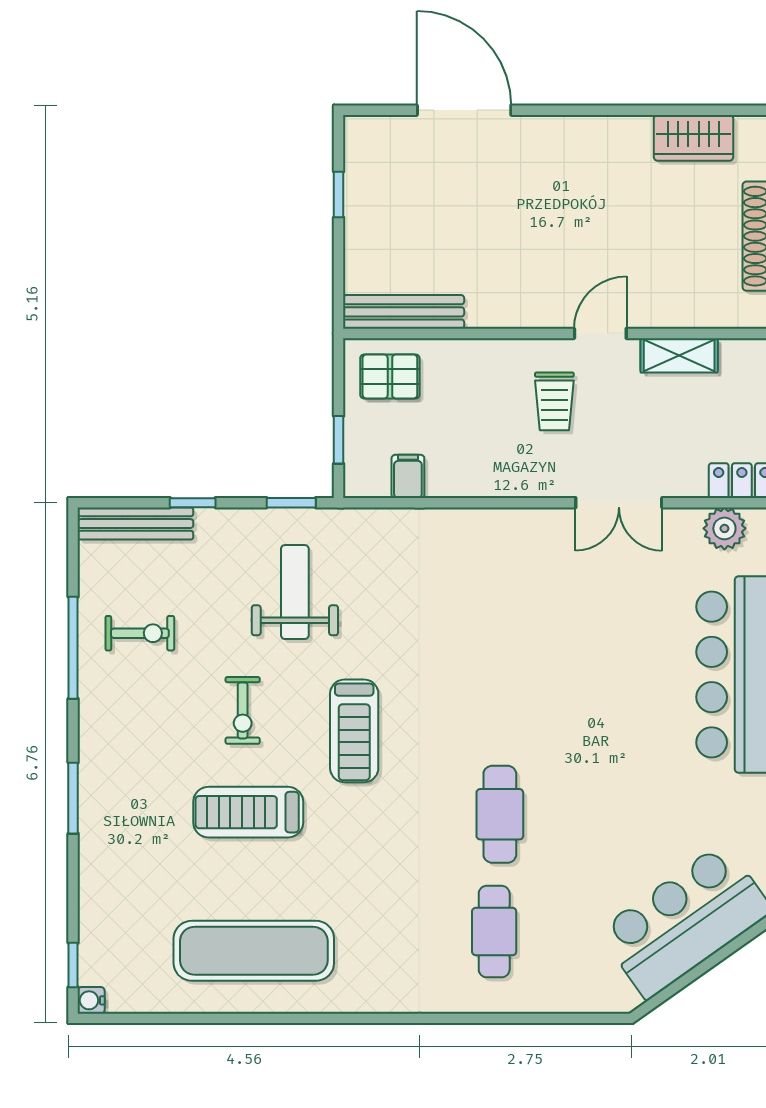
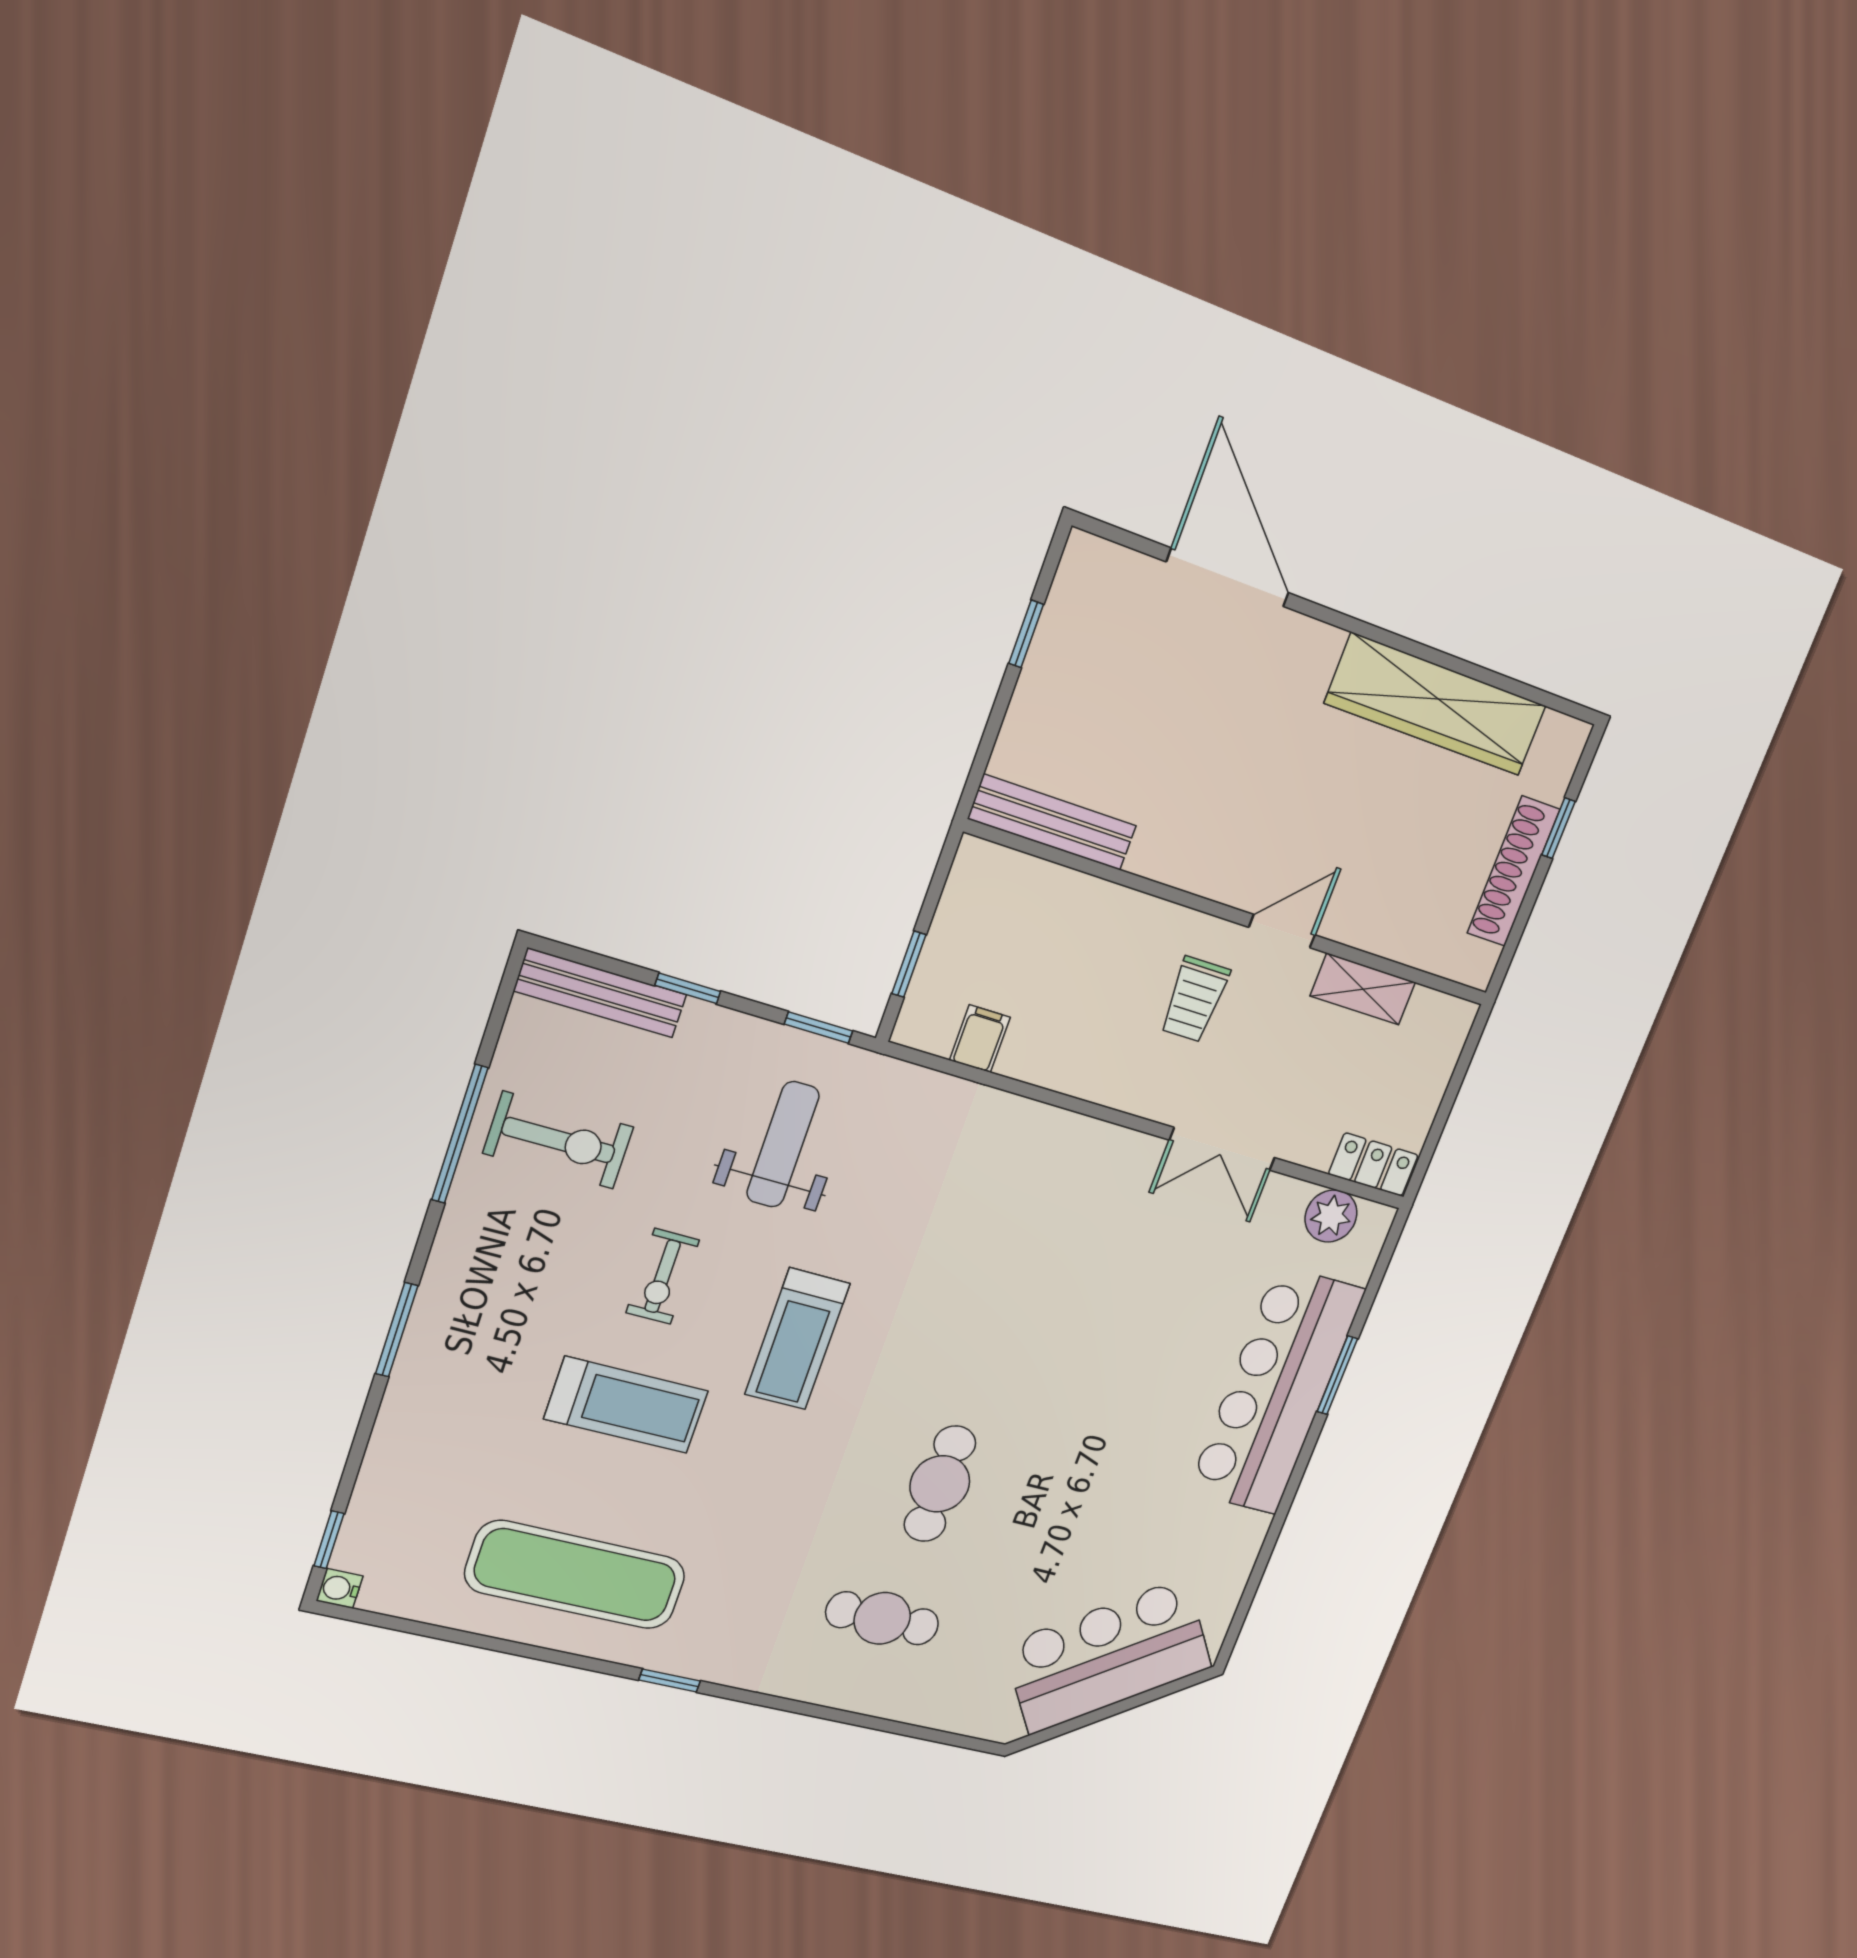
wardrobe: (694, 138) -> (1436, 705), width x2.10, depth x1.17
pallet: (390, 376) -> (1004, 902), removed
exercise bike: (140, 633) -> (558, 1140), width x1.38, depth x1.39
treadmill: (248, 812) -> (626, 1405), turned 180
cafe table: (494, 932) -> (882, 1618), turned 90
window: (350, 1018) -> (670, 1681), added

